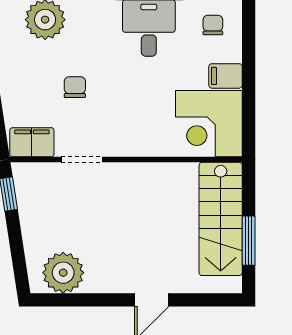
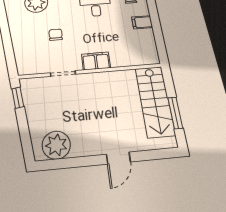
corner desk: (209, 124) -> (137, 48), removed
filing cabinet: (32, 142) -> (96, 61), moved

